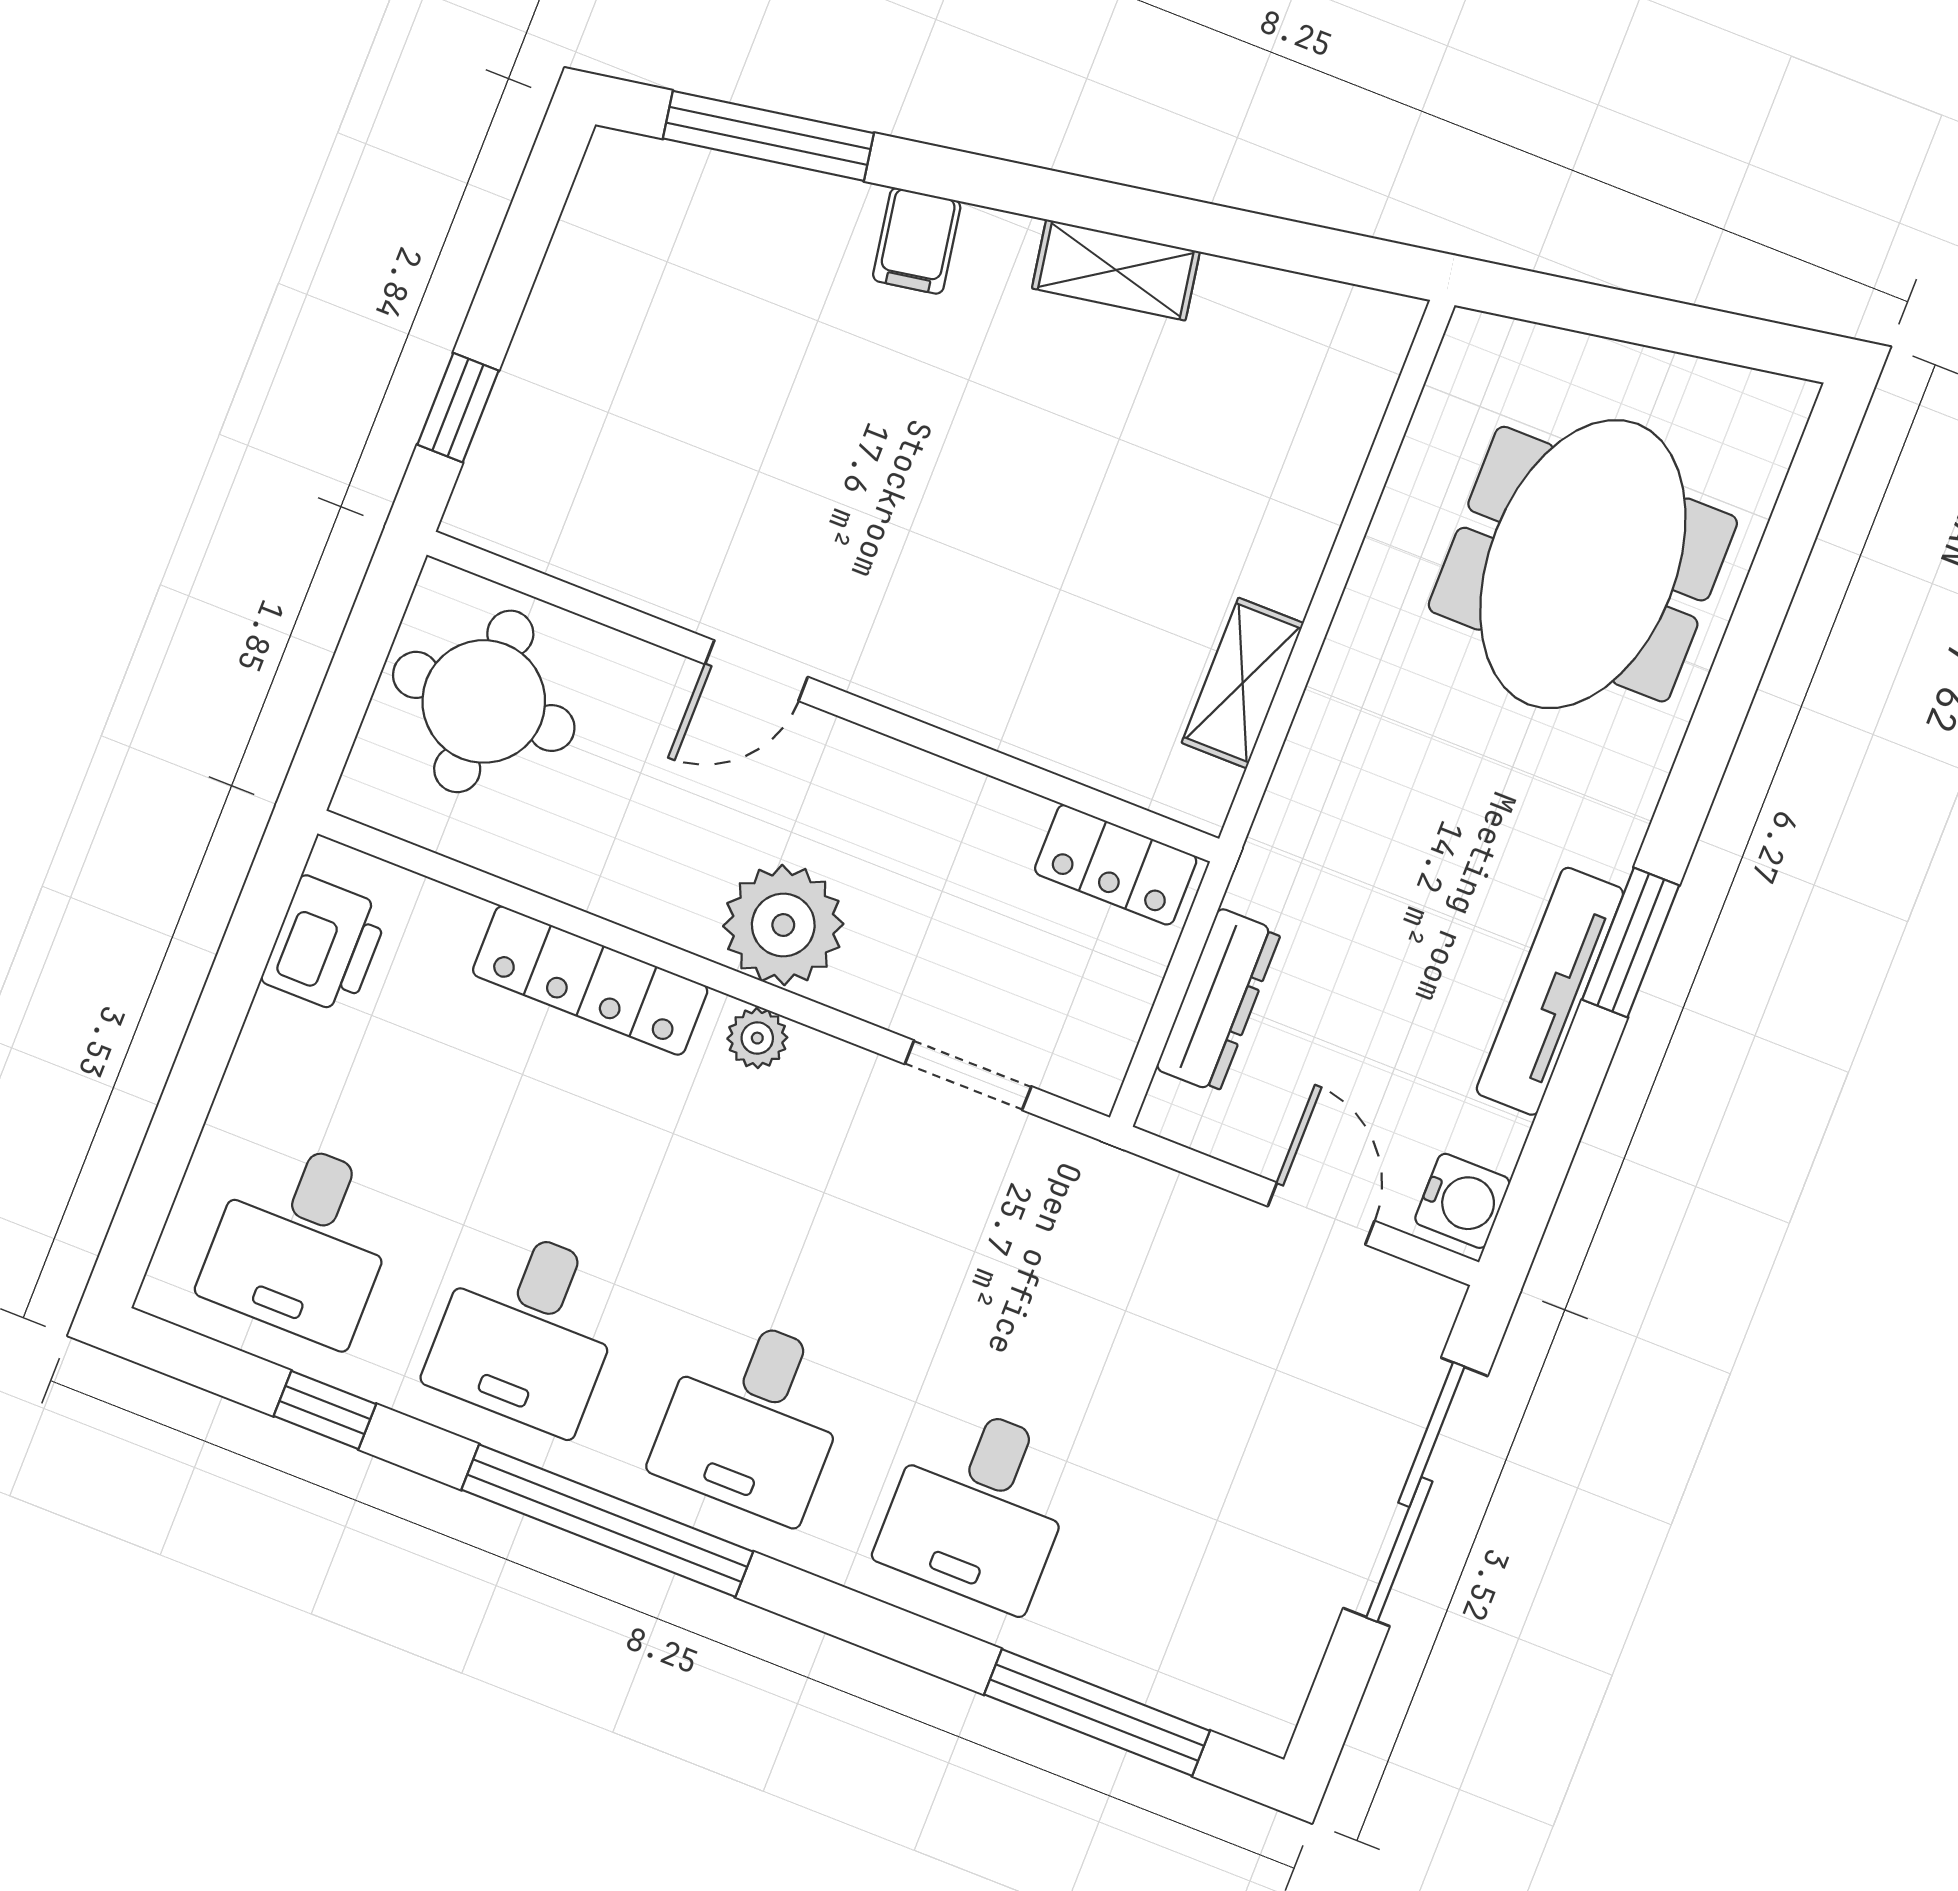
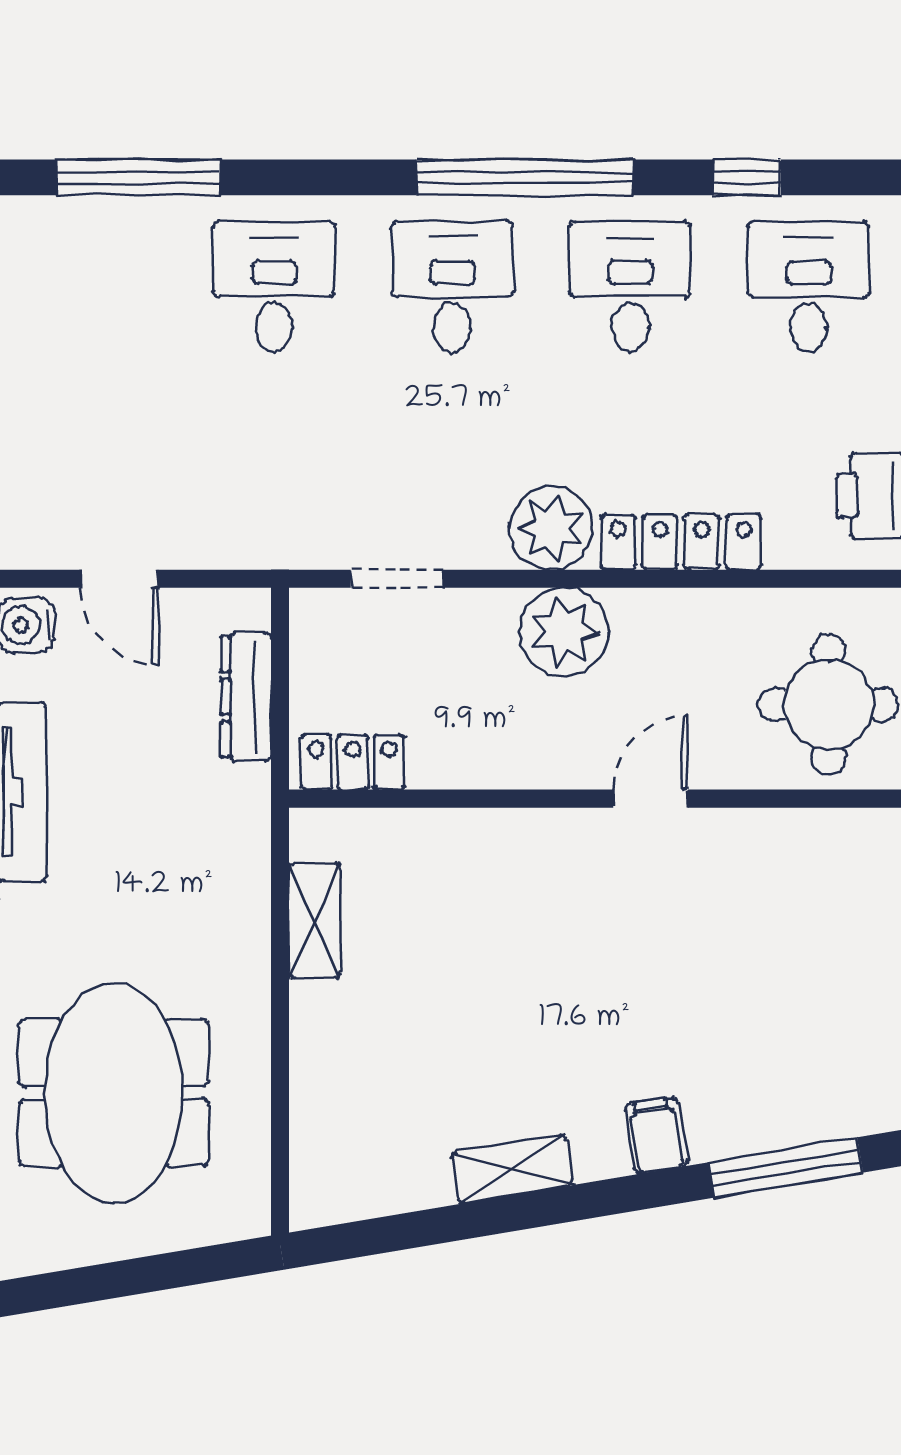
plant: (757, 1038) -> (551, 528), width x1.87, depth x1.87

